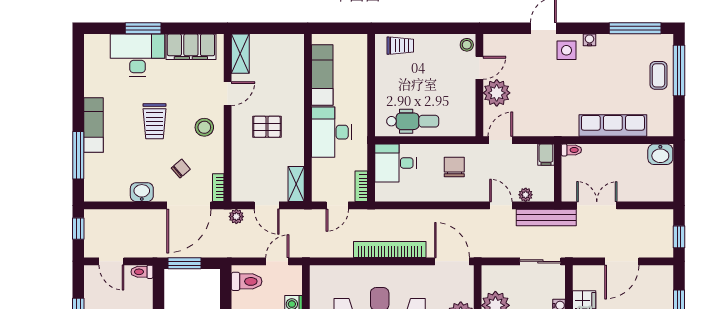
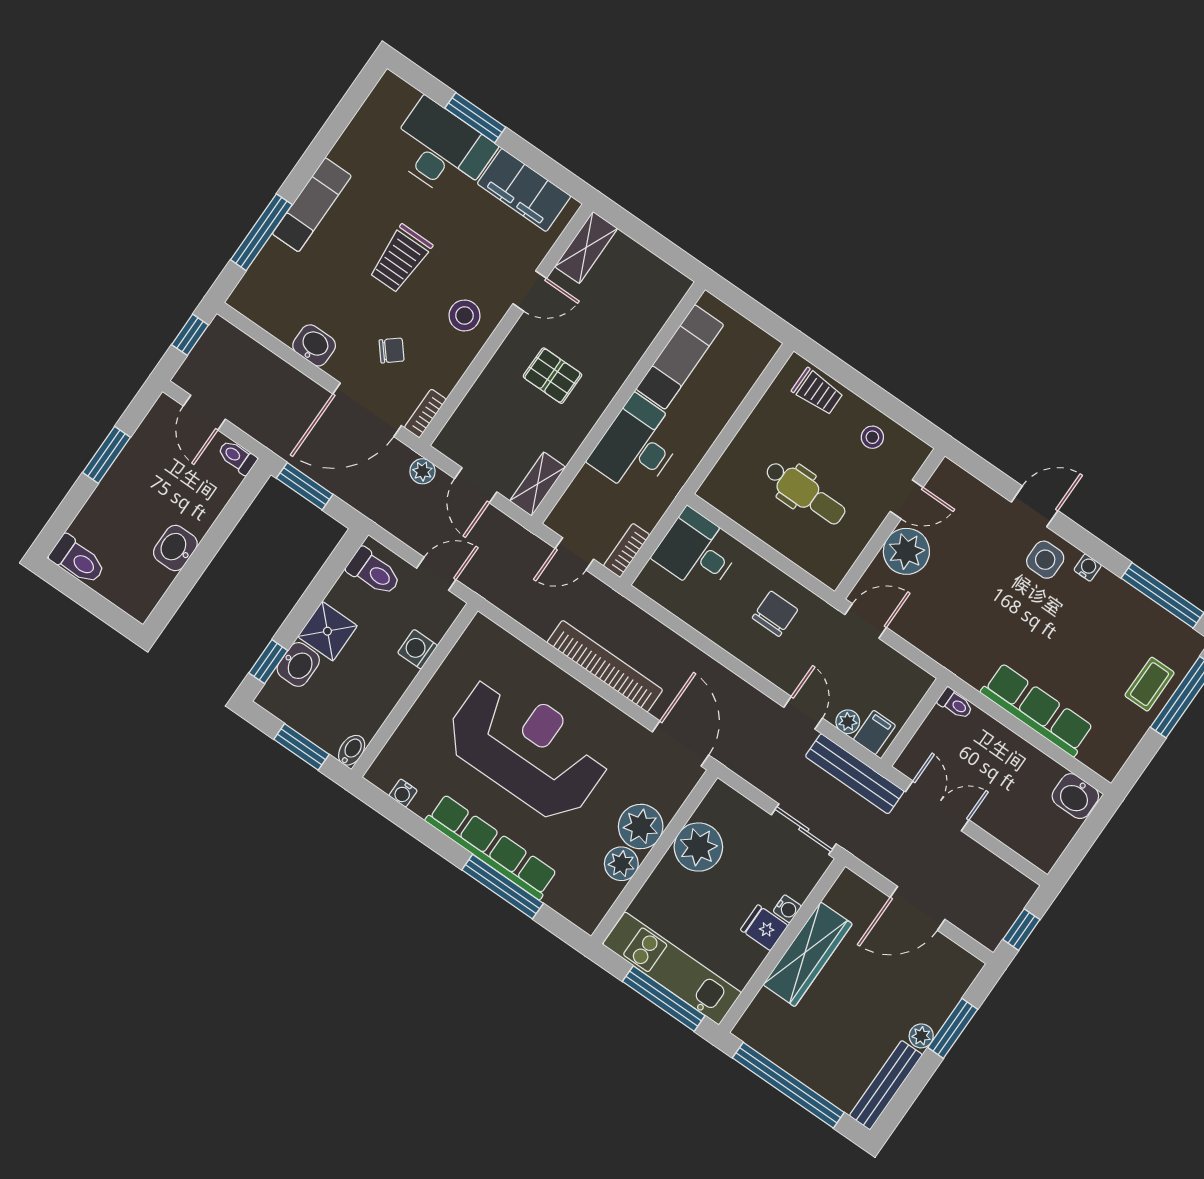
stool: (467, 45) -> (872, 437), moved
dental chair: (413, 121) -> (805, 493), moved
filing cabinet: (546, 155) -> (874, 732), moved, turned 180

